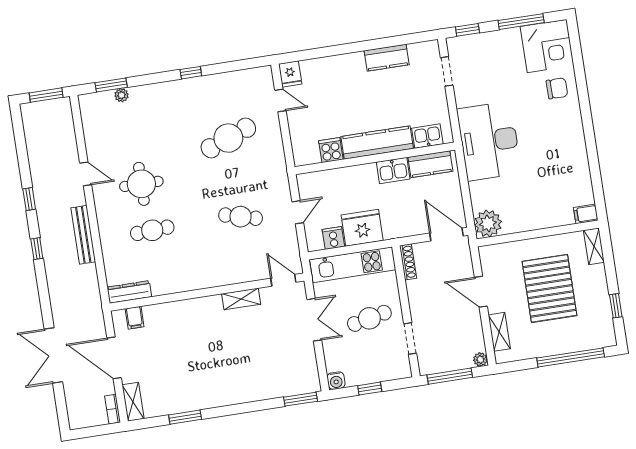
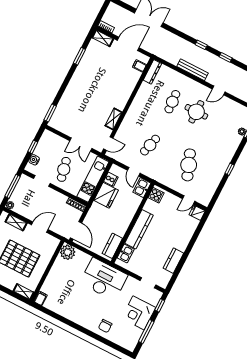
corner desk: (547, 46) -> (139, 313), moved
cooker: (331, 150) -> (156, 195), moved
kitchen sink: (393, 170) -> (142, 188), moved
door: (447, 235) -> (76, 230), hinge flipped
water cooler: (336, 381) -> (34, 160), moved

